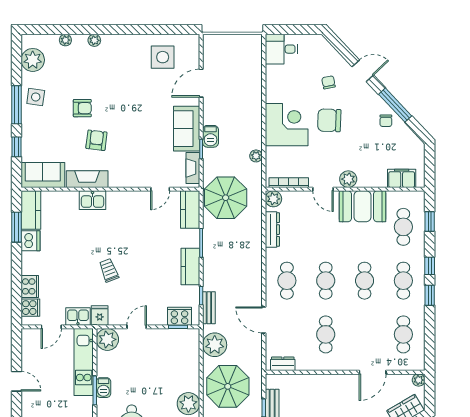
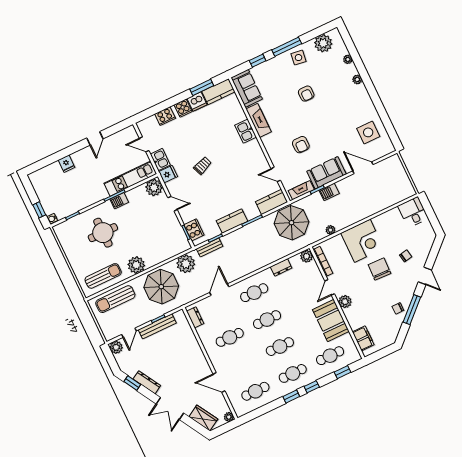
armchair: (96, 140) -> (301, 145), moved, turned 83
dresser: (272, 230) -> (281, 267), width x0.70
cooker: (30, 308) -> (183, 108), moved

